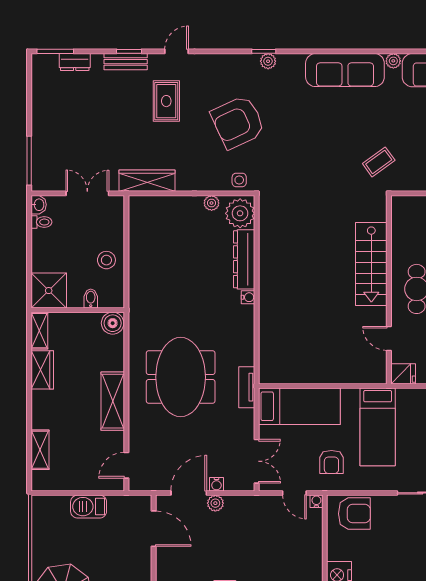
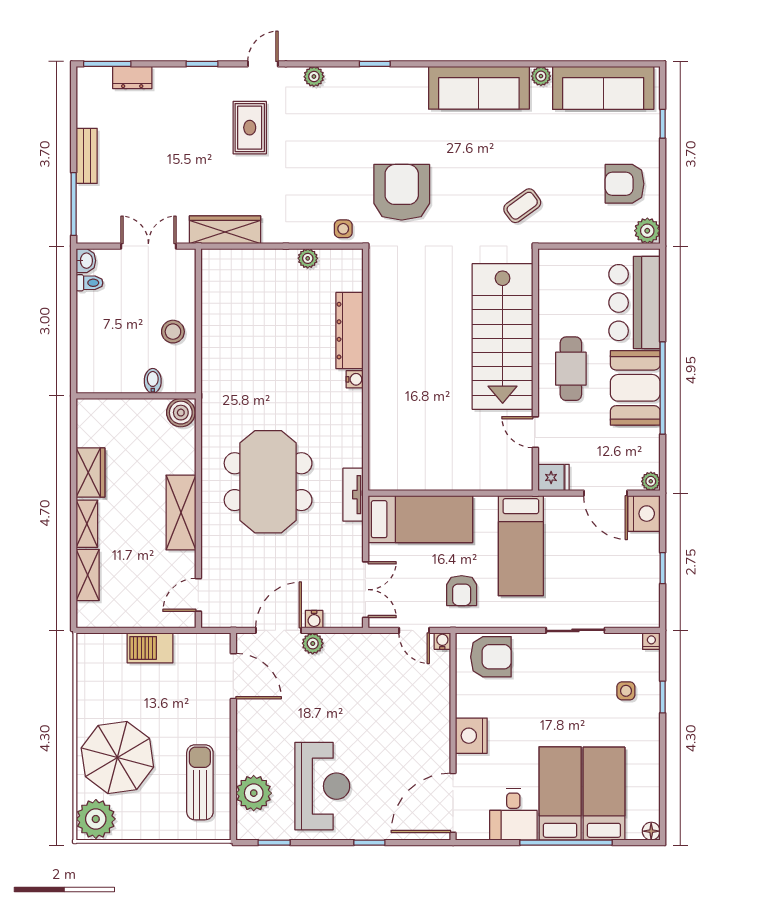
plant: (268, 61) -> (314, 77), moved
bench: (126, 62) -> (87, 156), moved, turned 90
armchair: (238, 122) -> (402, 192), moved, turned 115
plant: (240, 213) -> (344, 272), removed
stairs: (371, 264) -> (503, 336), width x1.36, depth x1.51
shower: (49, 291) -> (99, 371), removed
shelving: (39, 331) -> (87, 524), moved

